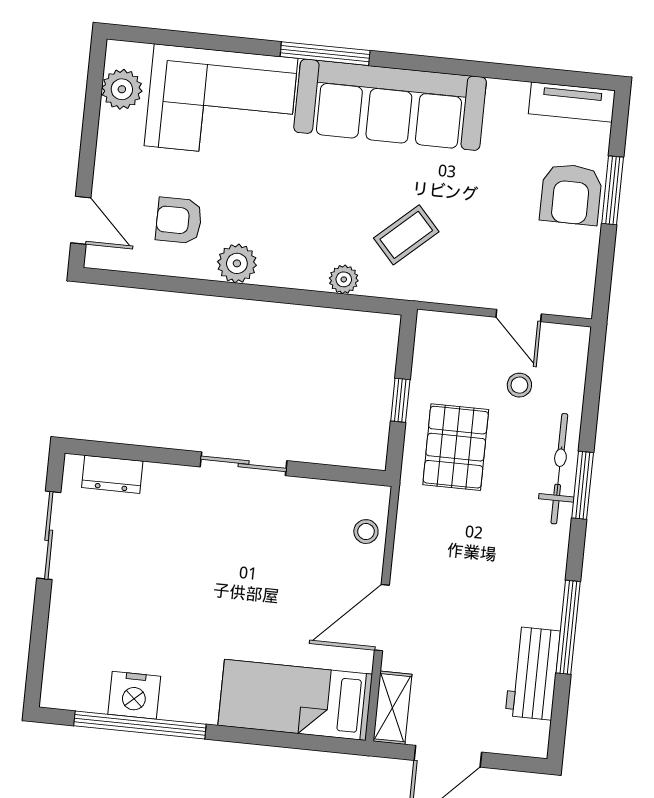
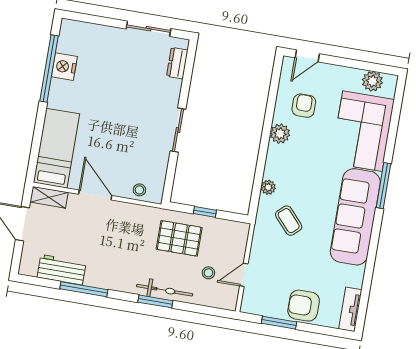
window: (613, 190) -> (279, 323), moved

